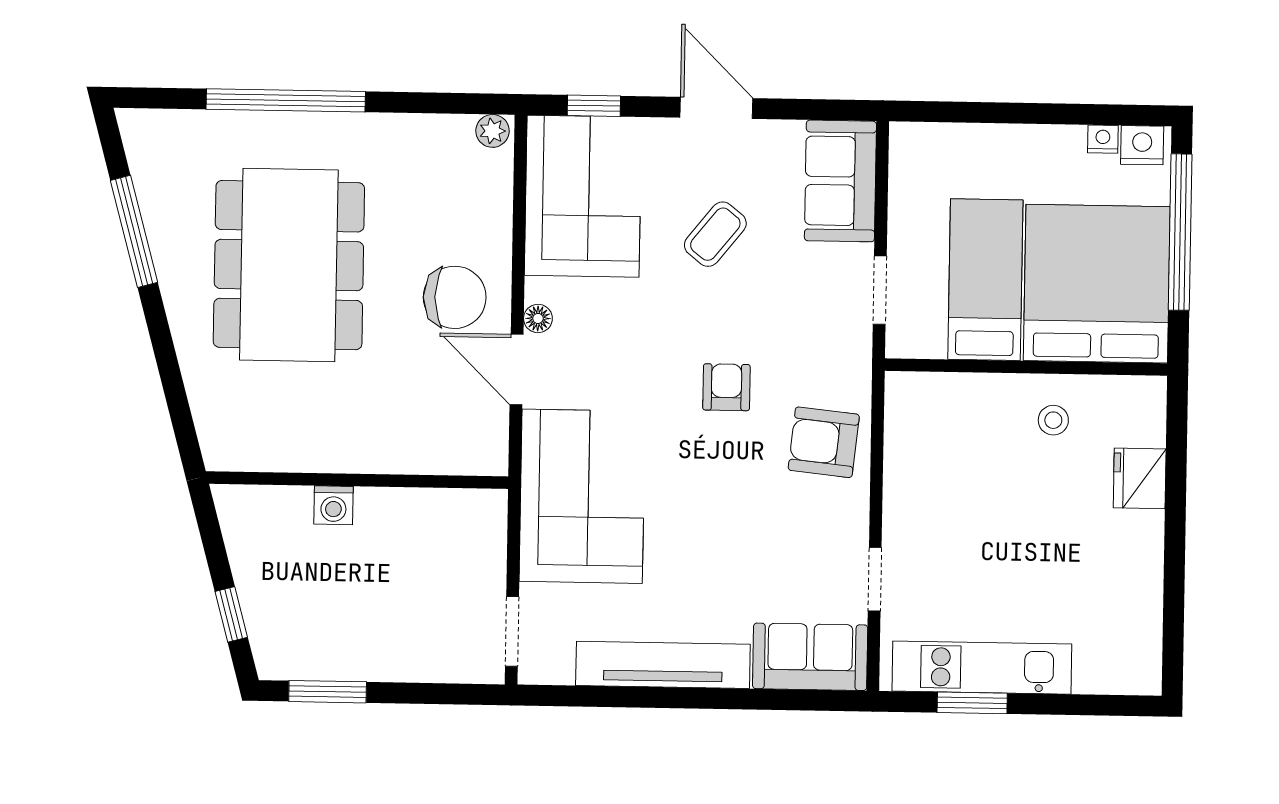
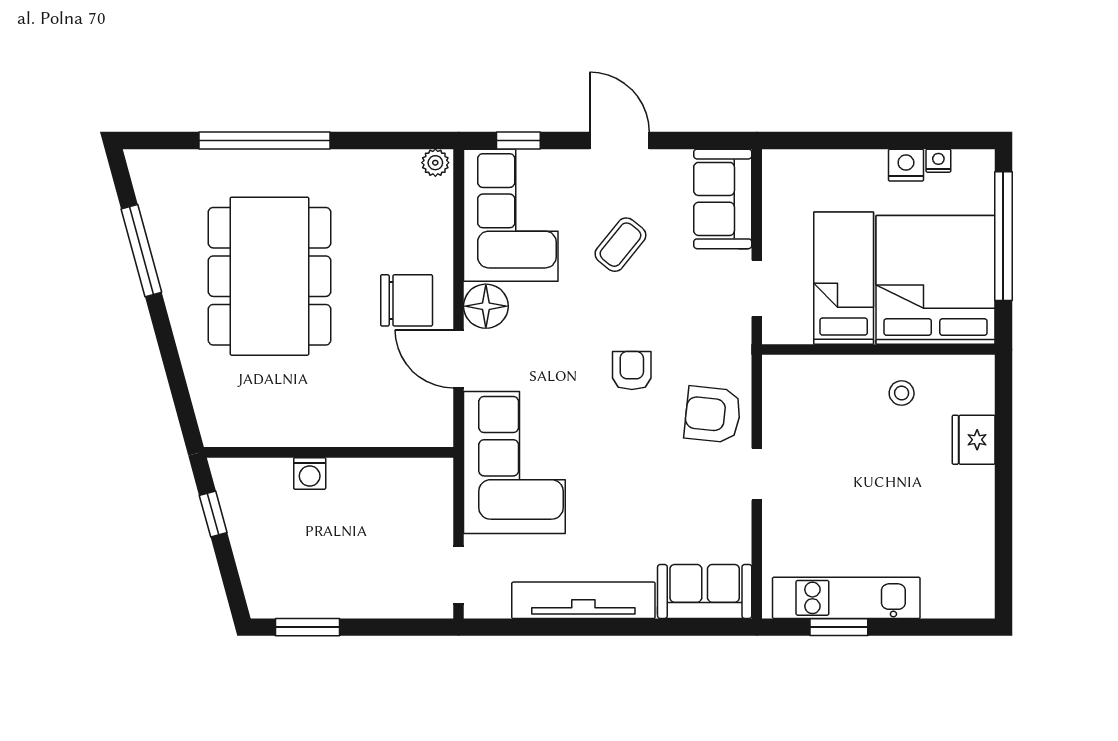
nightstand: (1142, 145) -> (906, 165), moved
floor lamp: (538, 318) -> (486, 306), width x1.89, depth x1.89
doorway: (875, 579) -> (757, 474), moved
window: (231, 614) -> (213, 514), moved

